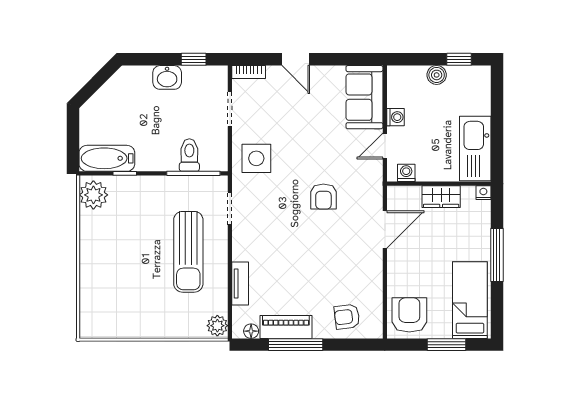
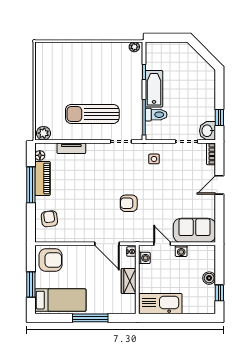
washbasin: (167, 77) -> (207, 131), moved
bathtub: (107, 158) -> (154, 89), moved
side table: (256, 158) -> (154, 159), width x0.54, depth x0.54
nightstand: (483, 193) -> (131, 252), moved
plant: (93, 195) -> (134, 47), width x0.53, depth x0.53

